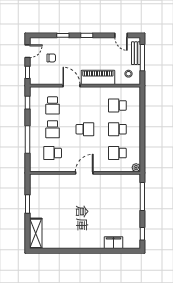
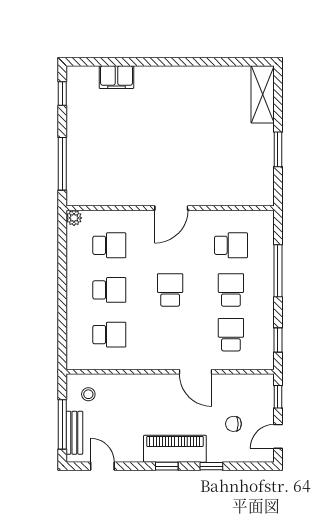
piano: (98, 77) -> (175, 449), moved, turned 180
school desk: (85, 129) -> (170, 290), turned 90

